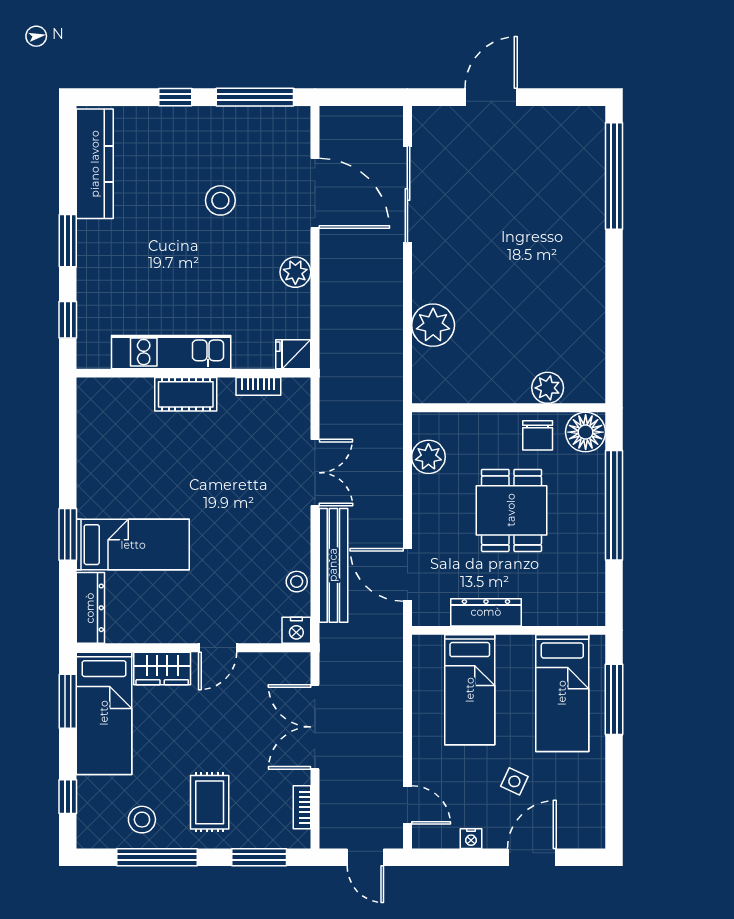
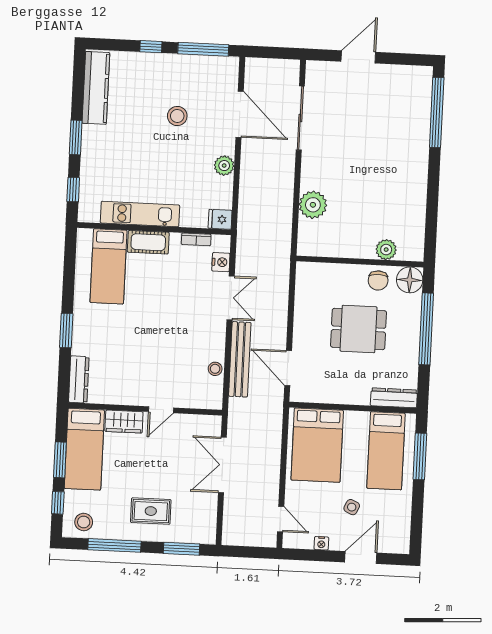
plant: (428, 457) -> (306, 291), removed
dining table: (511, 510) -> (359, 329), turned 90
bed: (133, 545) -> (108, 266), moved, turned 90
dresser: (486, 612) -> (394, 398), moved
nightstand: (296, 630) -> (221, 262), moved, turned -90
bed: (470, 690) -> (317, 445), width x1.50
window: (68, 701) -> (60, 460), moved
rug: (210, 802) -> (151, 511), turned 90
bookcase: (302, 807) -> (211, 517), removed
stool: (142, 820) -> (84, 522), moved
door: (365, 857) -> (251, 552), removed

